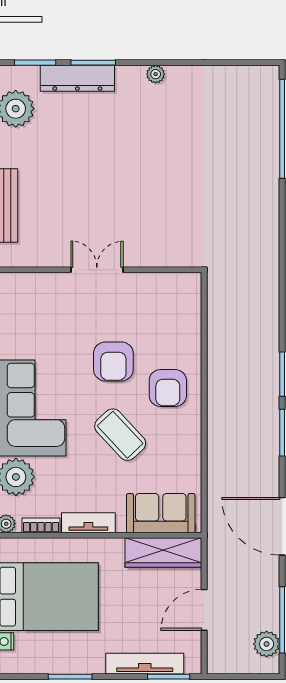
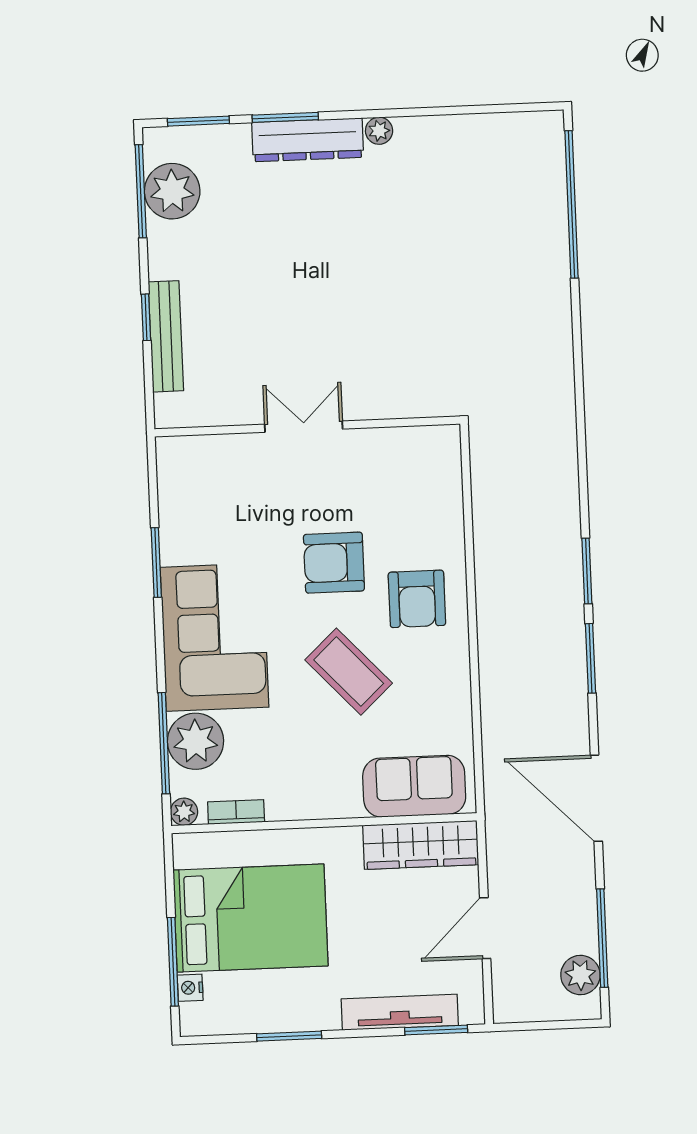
dresser: (77, 78) -> (308, 140), moved
armchair: (113, 361) -> (334, 563), turned 90
tv unit: (88, 523) -> (307, 805), removed

